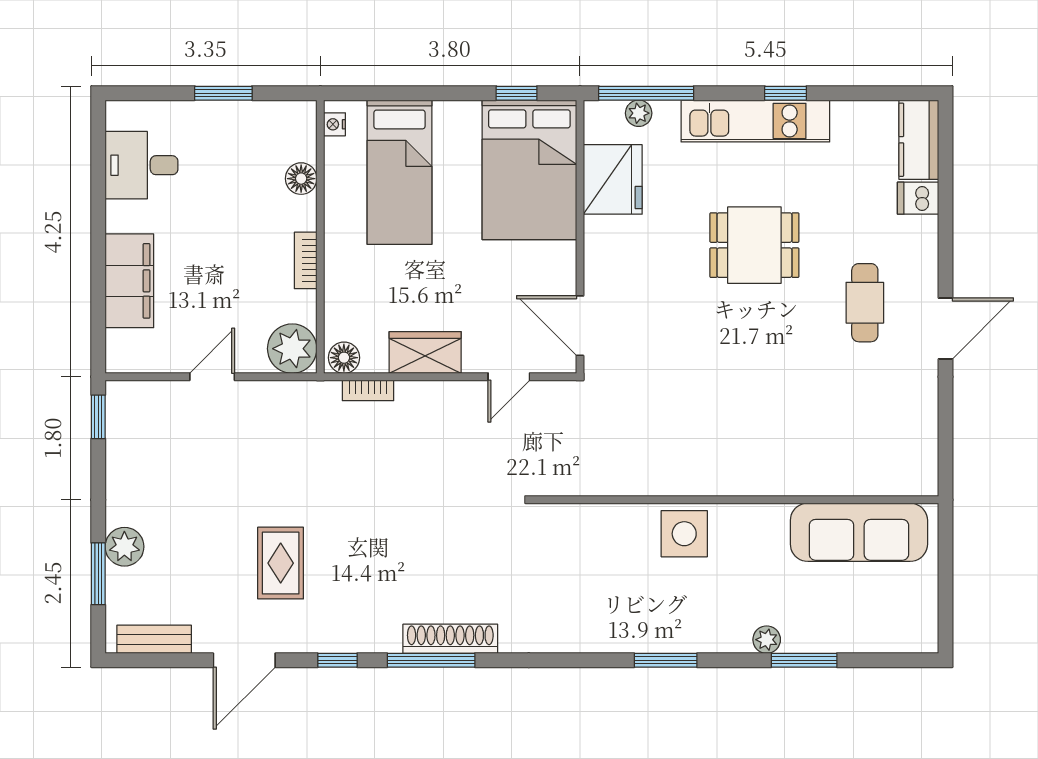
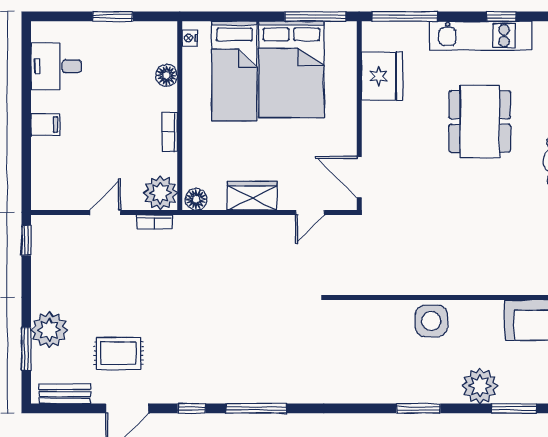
window: (517, 93) -> (315, 16), width x2.17
plant: (639, 113) -> (400, 30), removed
bed: (529, 170) -> (291, 69), moved
dining table: (754, 245) -> (480, 121), width x1.38
filing cabinet: (129, 281) -> (45, 125), width x0.33, depth x0.86
bookcase: (368, 390) -> (154, 222), moved
plant: (124, 547) -> (49, 330), width x1.36, depth x1.36
rug: (281, 563) -> (119, 353), moved, turned 90
shoe rack: (450, 639) -> (270, 394), removed
plant: (767, 640) -> (480, 386), width x1.88, depth x1.88

